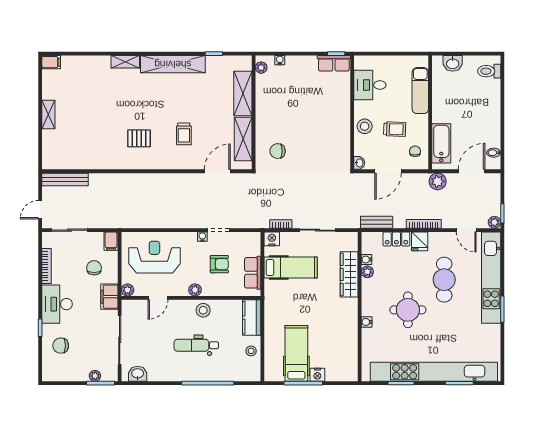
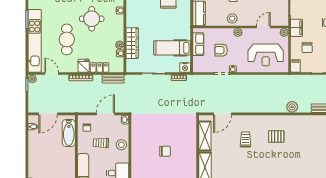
chair: (278, 151) -> (165, 151), moved
plant: (438, 181) -> (292, 107), moved

